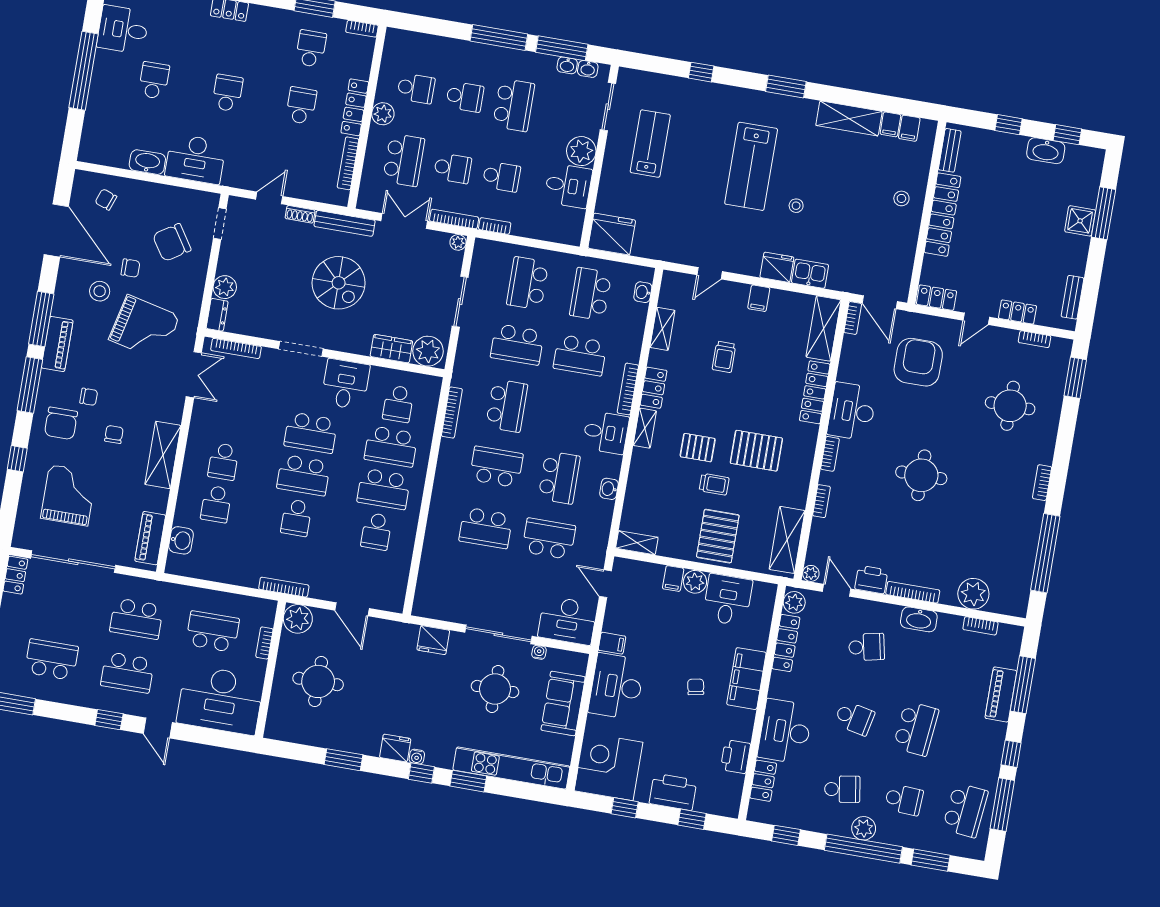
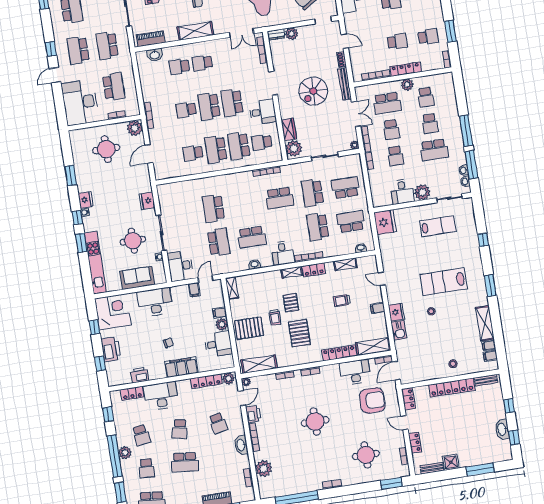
shower: (1080, 221) -> (451, 462), moved
desk: (852, 411) -> (355, 372), moved
school desk: (496, 467) -> (246, 203), removed
filing cabinet: (612, 643) -> (194, 290), moved

